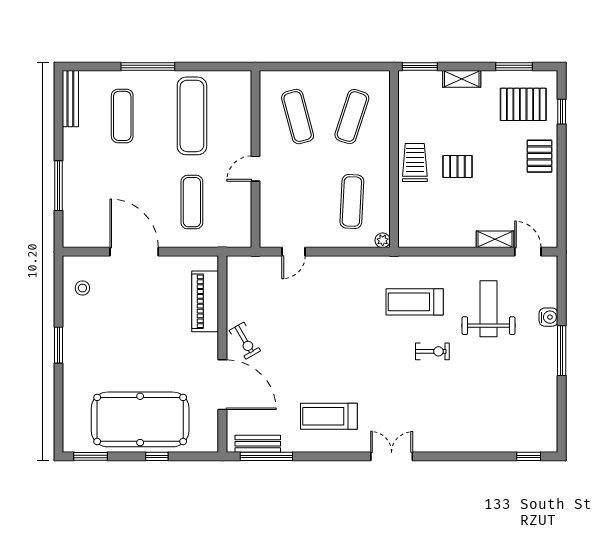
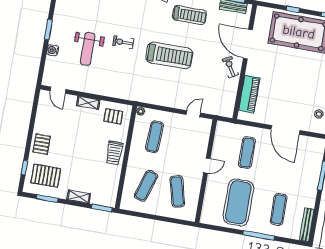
exercise mat: (192, 116) -> (238, 202), width x1.47
pallet: (457, 167) -> (113, 116), moved
shelving: (495, 239) -> (88, 103), moved
treadmill: (415, 302) -> (169, 55), moved, width x1.37, depth x1.38
weight bench: (489, 309) -> (88, 49), moved
window: (562, 351) -> (48, 29), width x0.69

